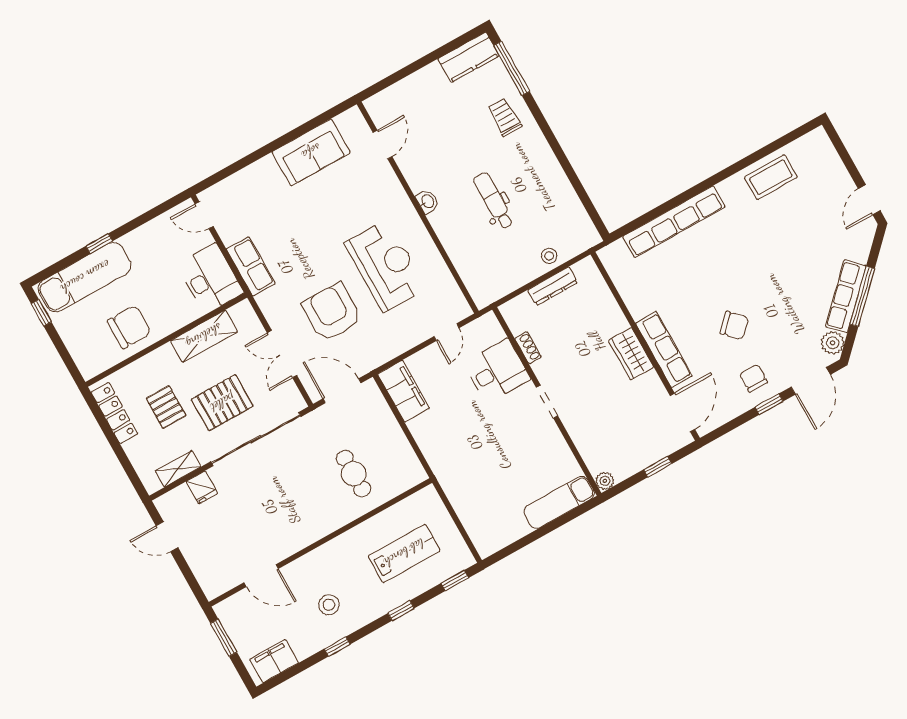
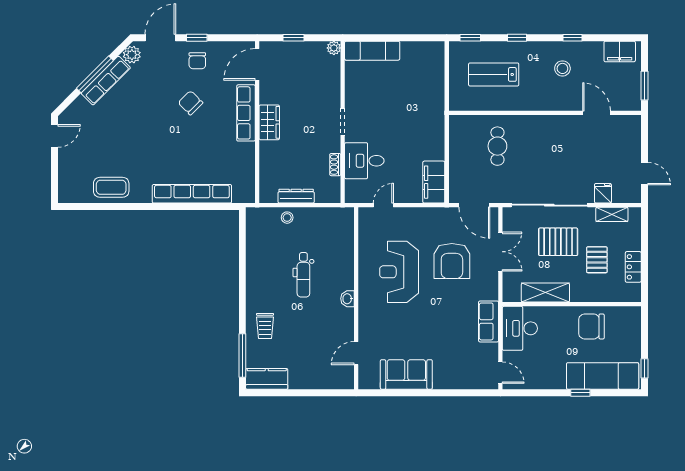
locker: (114, 413) -> (633, 267), width x0.66

